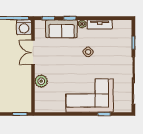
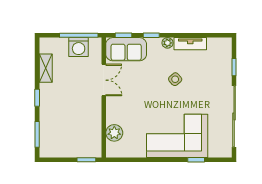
washing machine: (24, 27) -> (79, 47), moved
sofa: (62, 29) -> (126, 49), moved
double door: (33, 53) -> (104, 80), swing flipped
plant: (41, 81) -> (114, 133), moved

